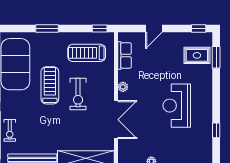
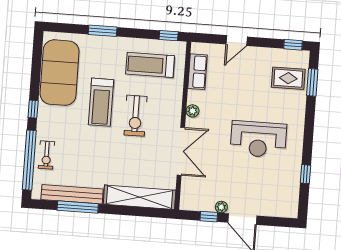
treadmill: (50, 85) -> (101, 102), turned 180
reception desk: (177, 106) -> (258, 139), turned -90

